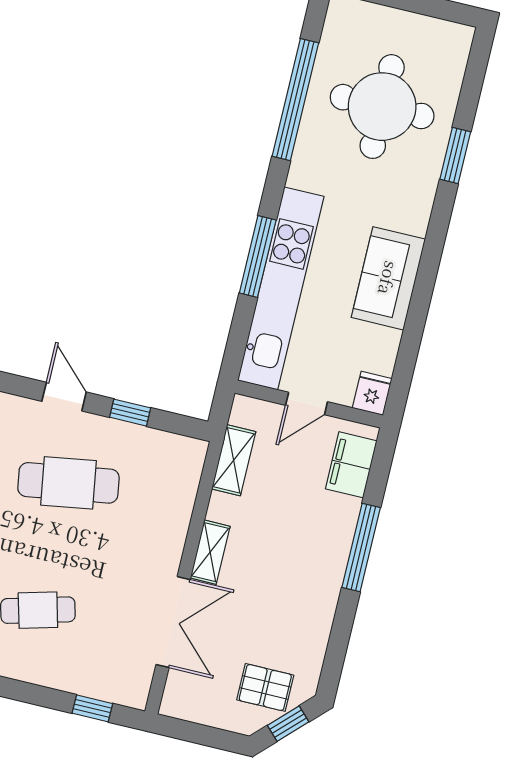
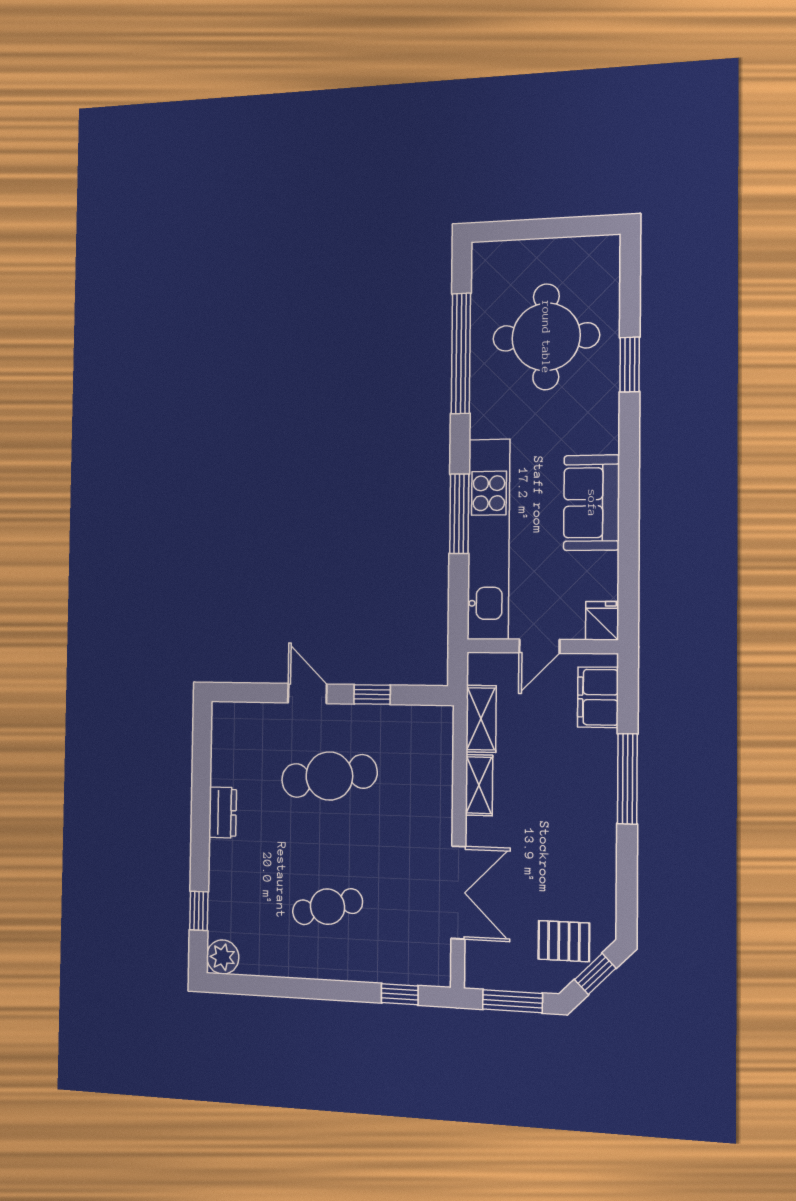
shelving: (210, 552) -> (479, 785), moved
window: (203, 735) -> (512, 1001), added

